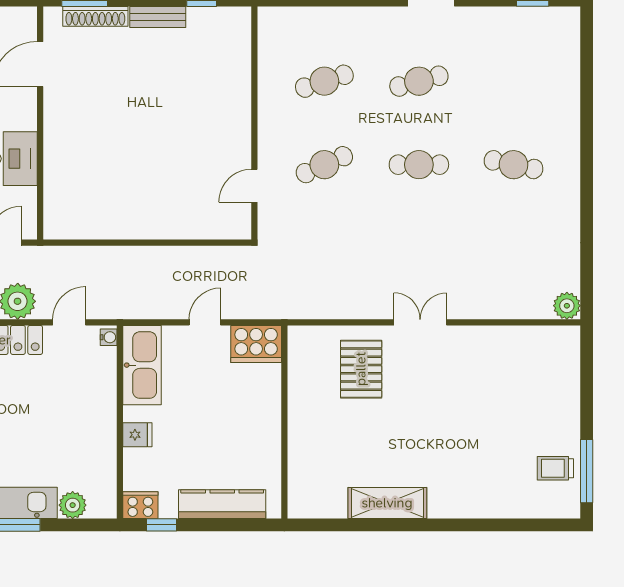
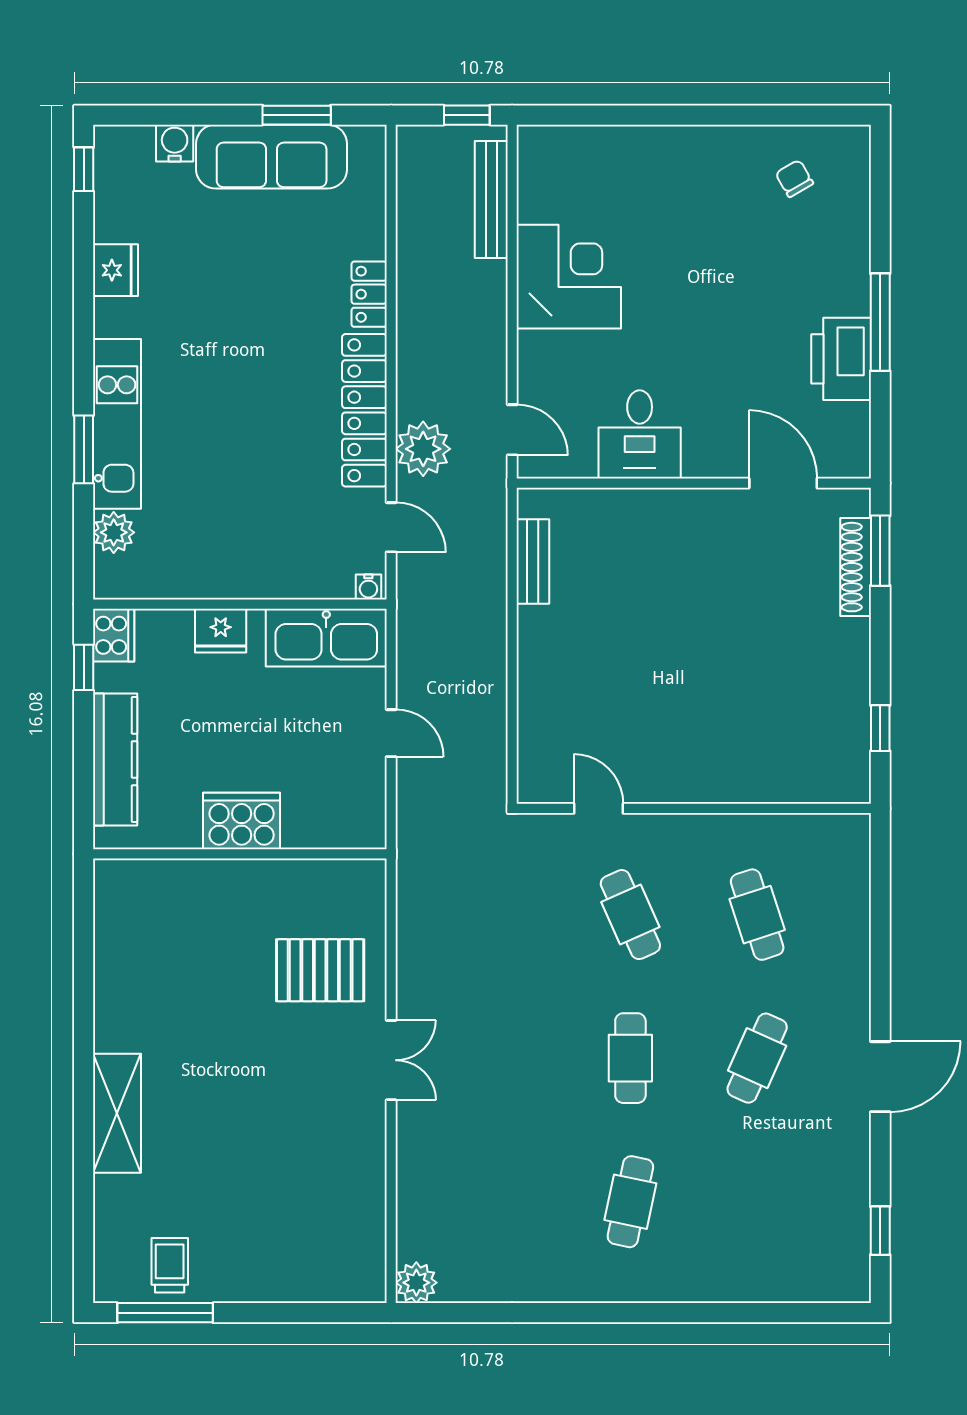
bench: (158, 17) -> (533, 562), moved
cafe table: (419, 81) -> (757, 1058), turned 39
cooker: (256, 344) -> (242, 821), moved, turned 90
fridge: (137, 435) -> (221, 631), width x1.38
shelving: (387, 503) -> (117, 1113), moved

